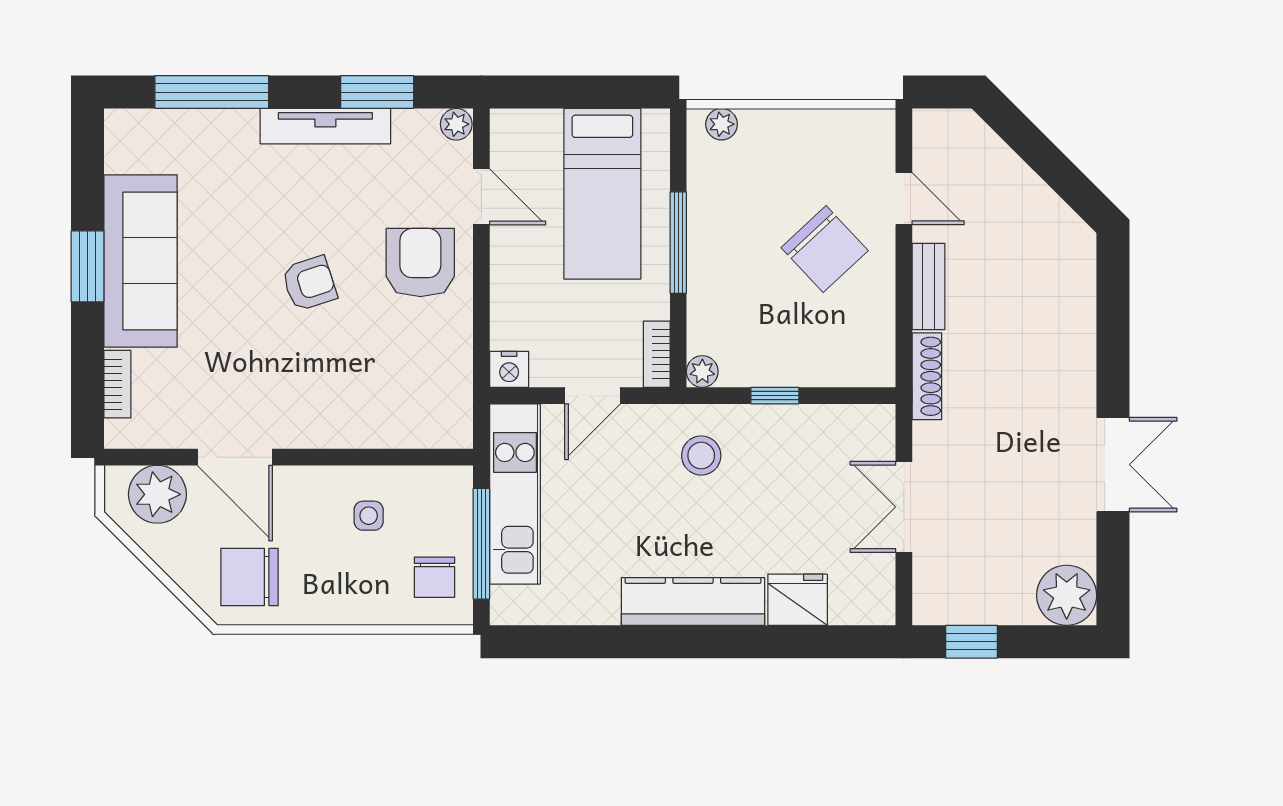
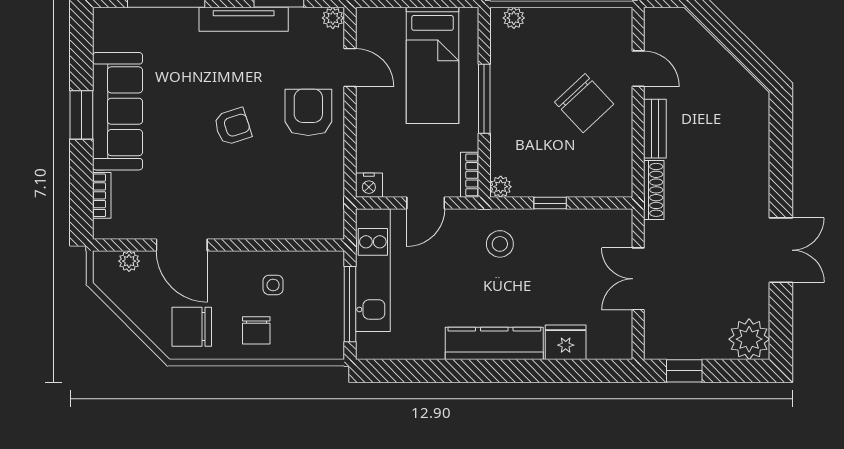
plant: (157, 494) -> (129, 261), width x0.53, depth x0.53
chair: (435, 577) -> (256, 330), moved

